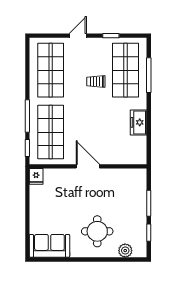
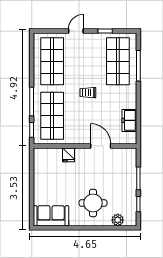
trolley: (96, 81) -> (88, 93), moved
freezer: (139, 122) -> (129, 120), moved
door: (88, 166) -> (101, 146), moved
fridge: (36, 176) -> (68, 155), moved

